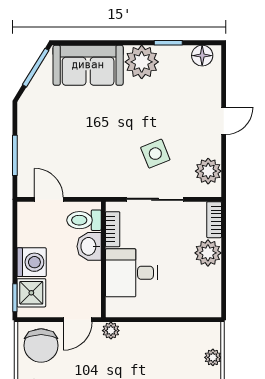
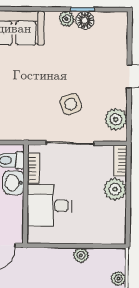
floor lamp: (202, 56) -> (85, 20), moved
plant: (142, 62) -> (67, 19), width x0.53, depth x0.53
plant: (111, 331) -> (81, 255), moved

